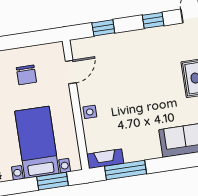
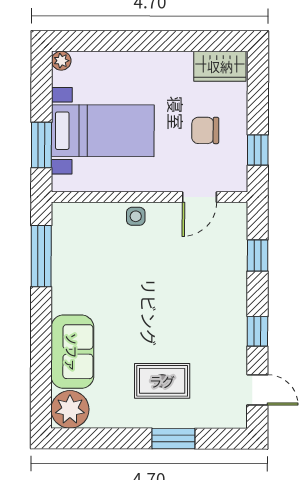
window: (34, 38) -> (258, 150), added
door: (71, 72) -> (199, 197), hinge flipped
fireplace: (105, 159) -> (63, 229), removed

